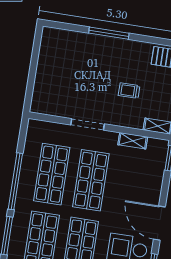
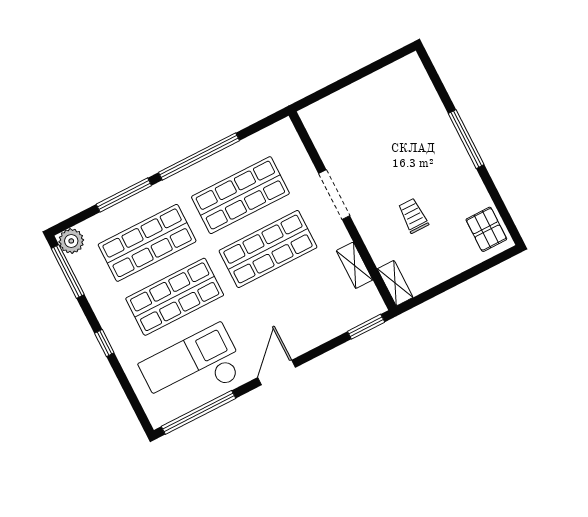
door: (159, 223) -> (277, 372), width x0.73

